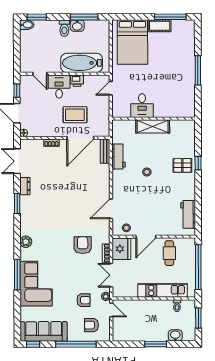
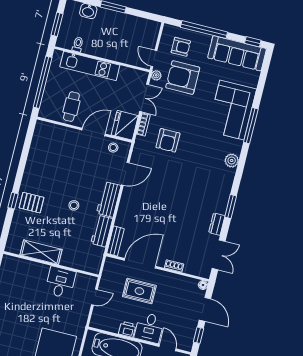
door: (111, 88) -> (94, 297), moved
shelving: (153, 126) -> (41, 252), moved
workbench: (188, 214) -> (109, 199), moved, turned 180
armchair: (83, 300) -> (183, 78), width x1.88, depth x1.88

